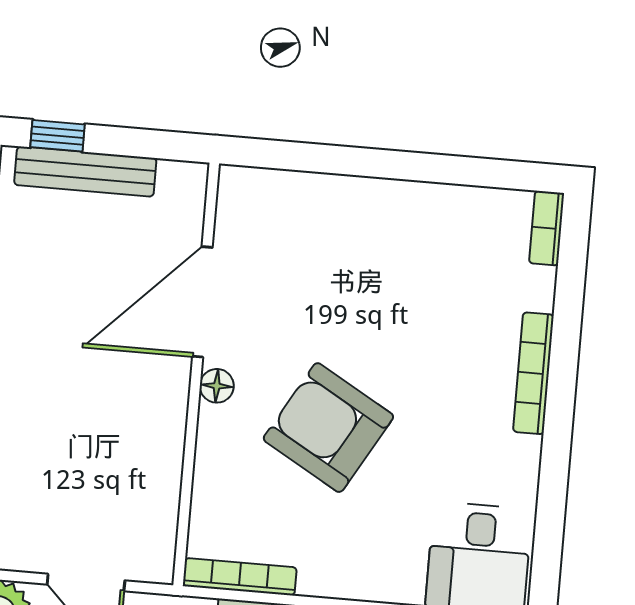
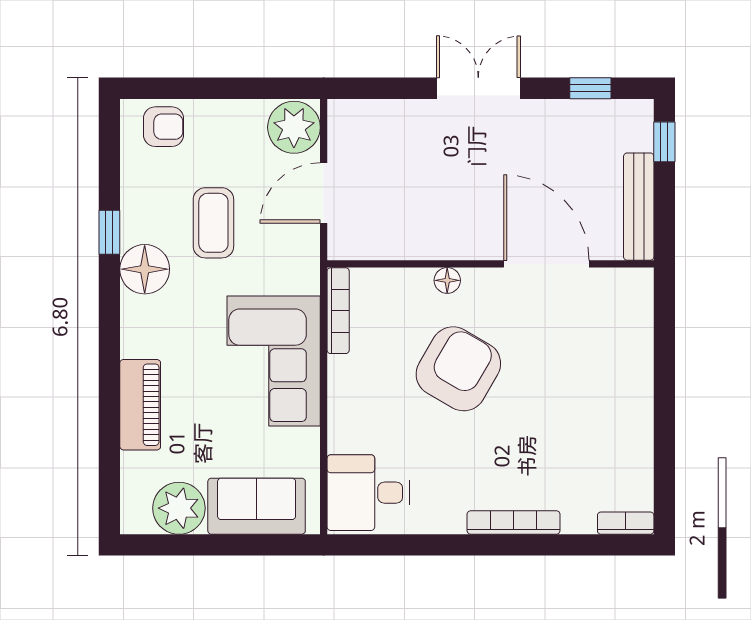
bench: (85, 172) -> (639, 207), moved
floor lamp: (217, 386) -> (447, 280), moved

